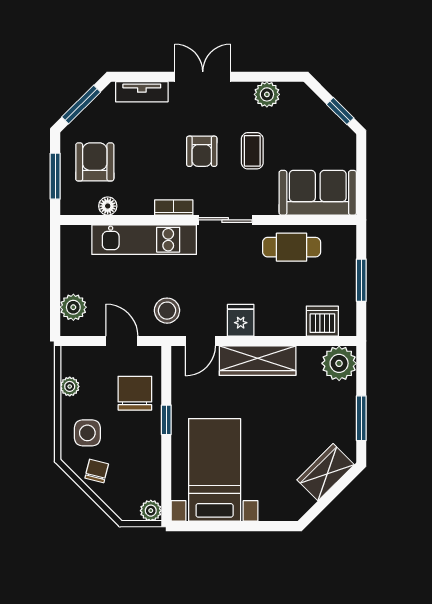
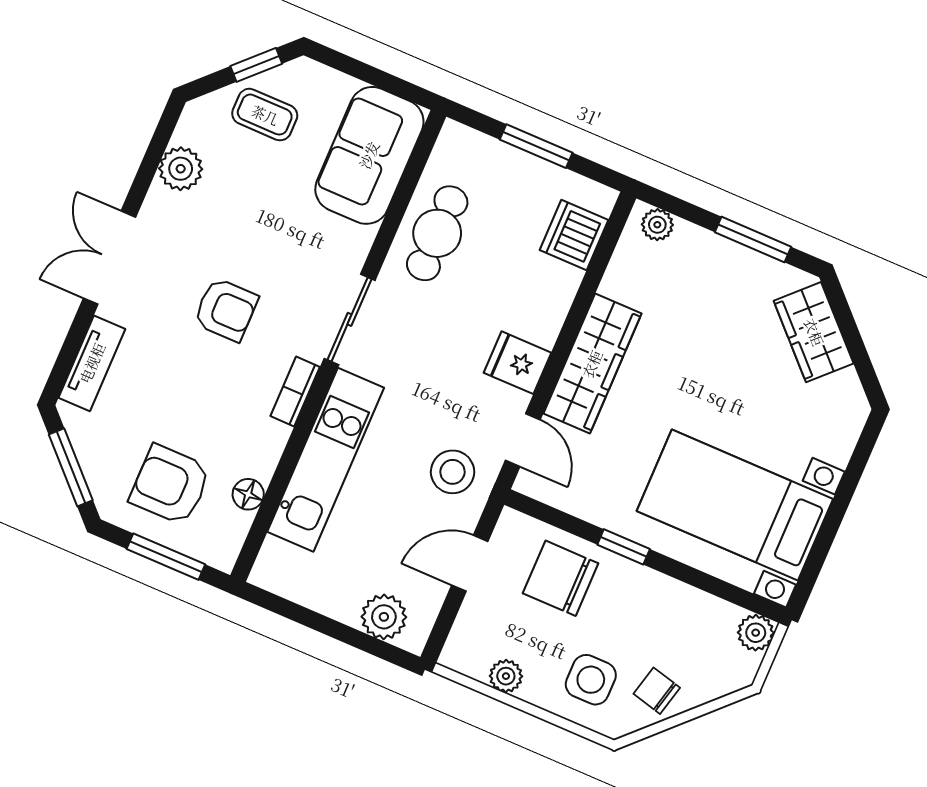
coffee table: (252, 151) -> (265, 115), moved
plant: (339, 363) -> (657, 225), width x0.53, depth x0.53

